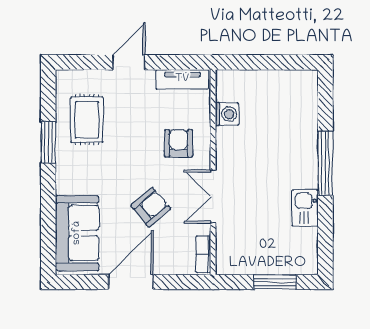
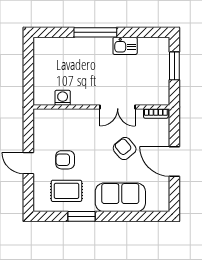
tv unit: (182, 79) -> (40, 127), removed
armchair: (179, 143) -> (65, 160), moved
sofa: (77, 233) -> (120, 197), moved

